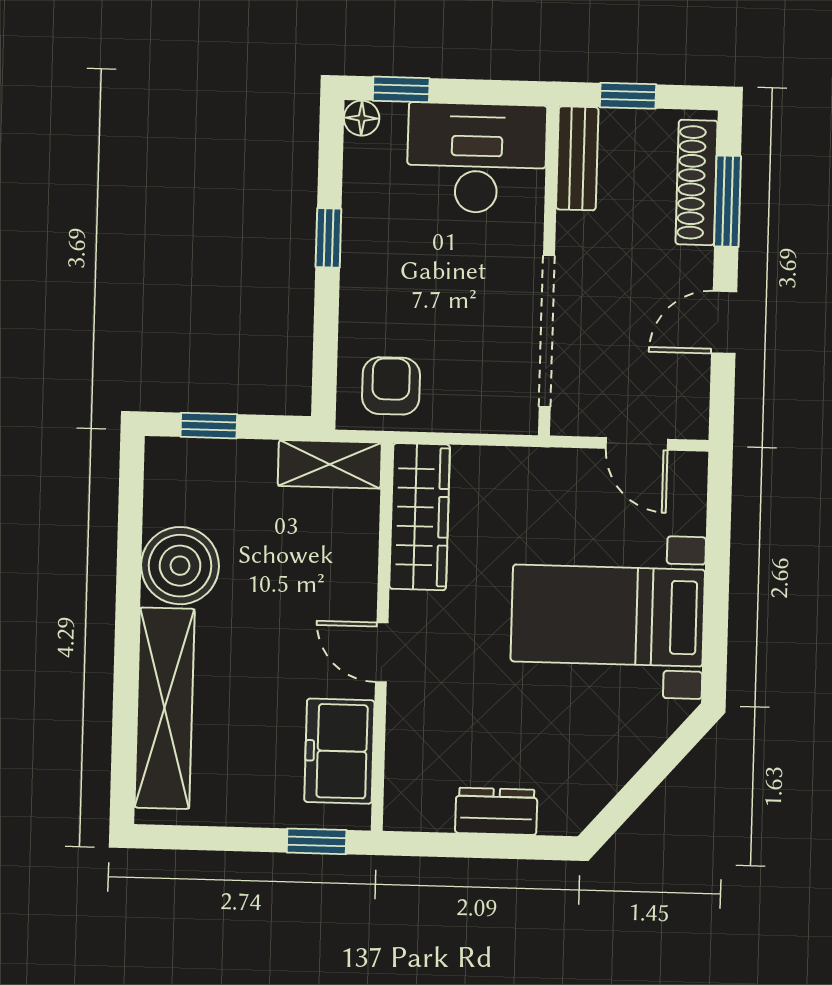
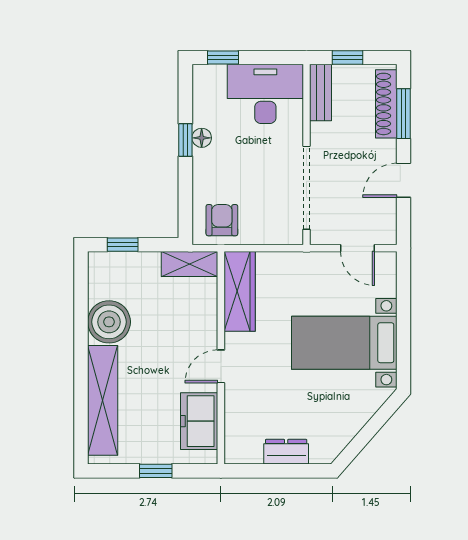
floor lamp: (362, 118) -> (202, 138), moved
door: (382, 652) -> (221, 366), hinge flipped
window: (317, 841) -> (156, 471), moved

